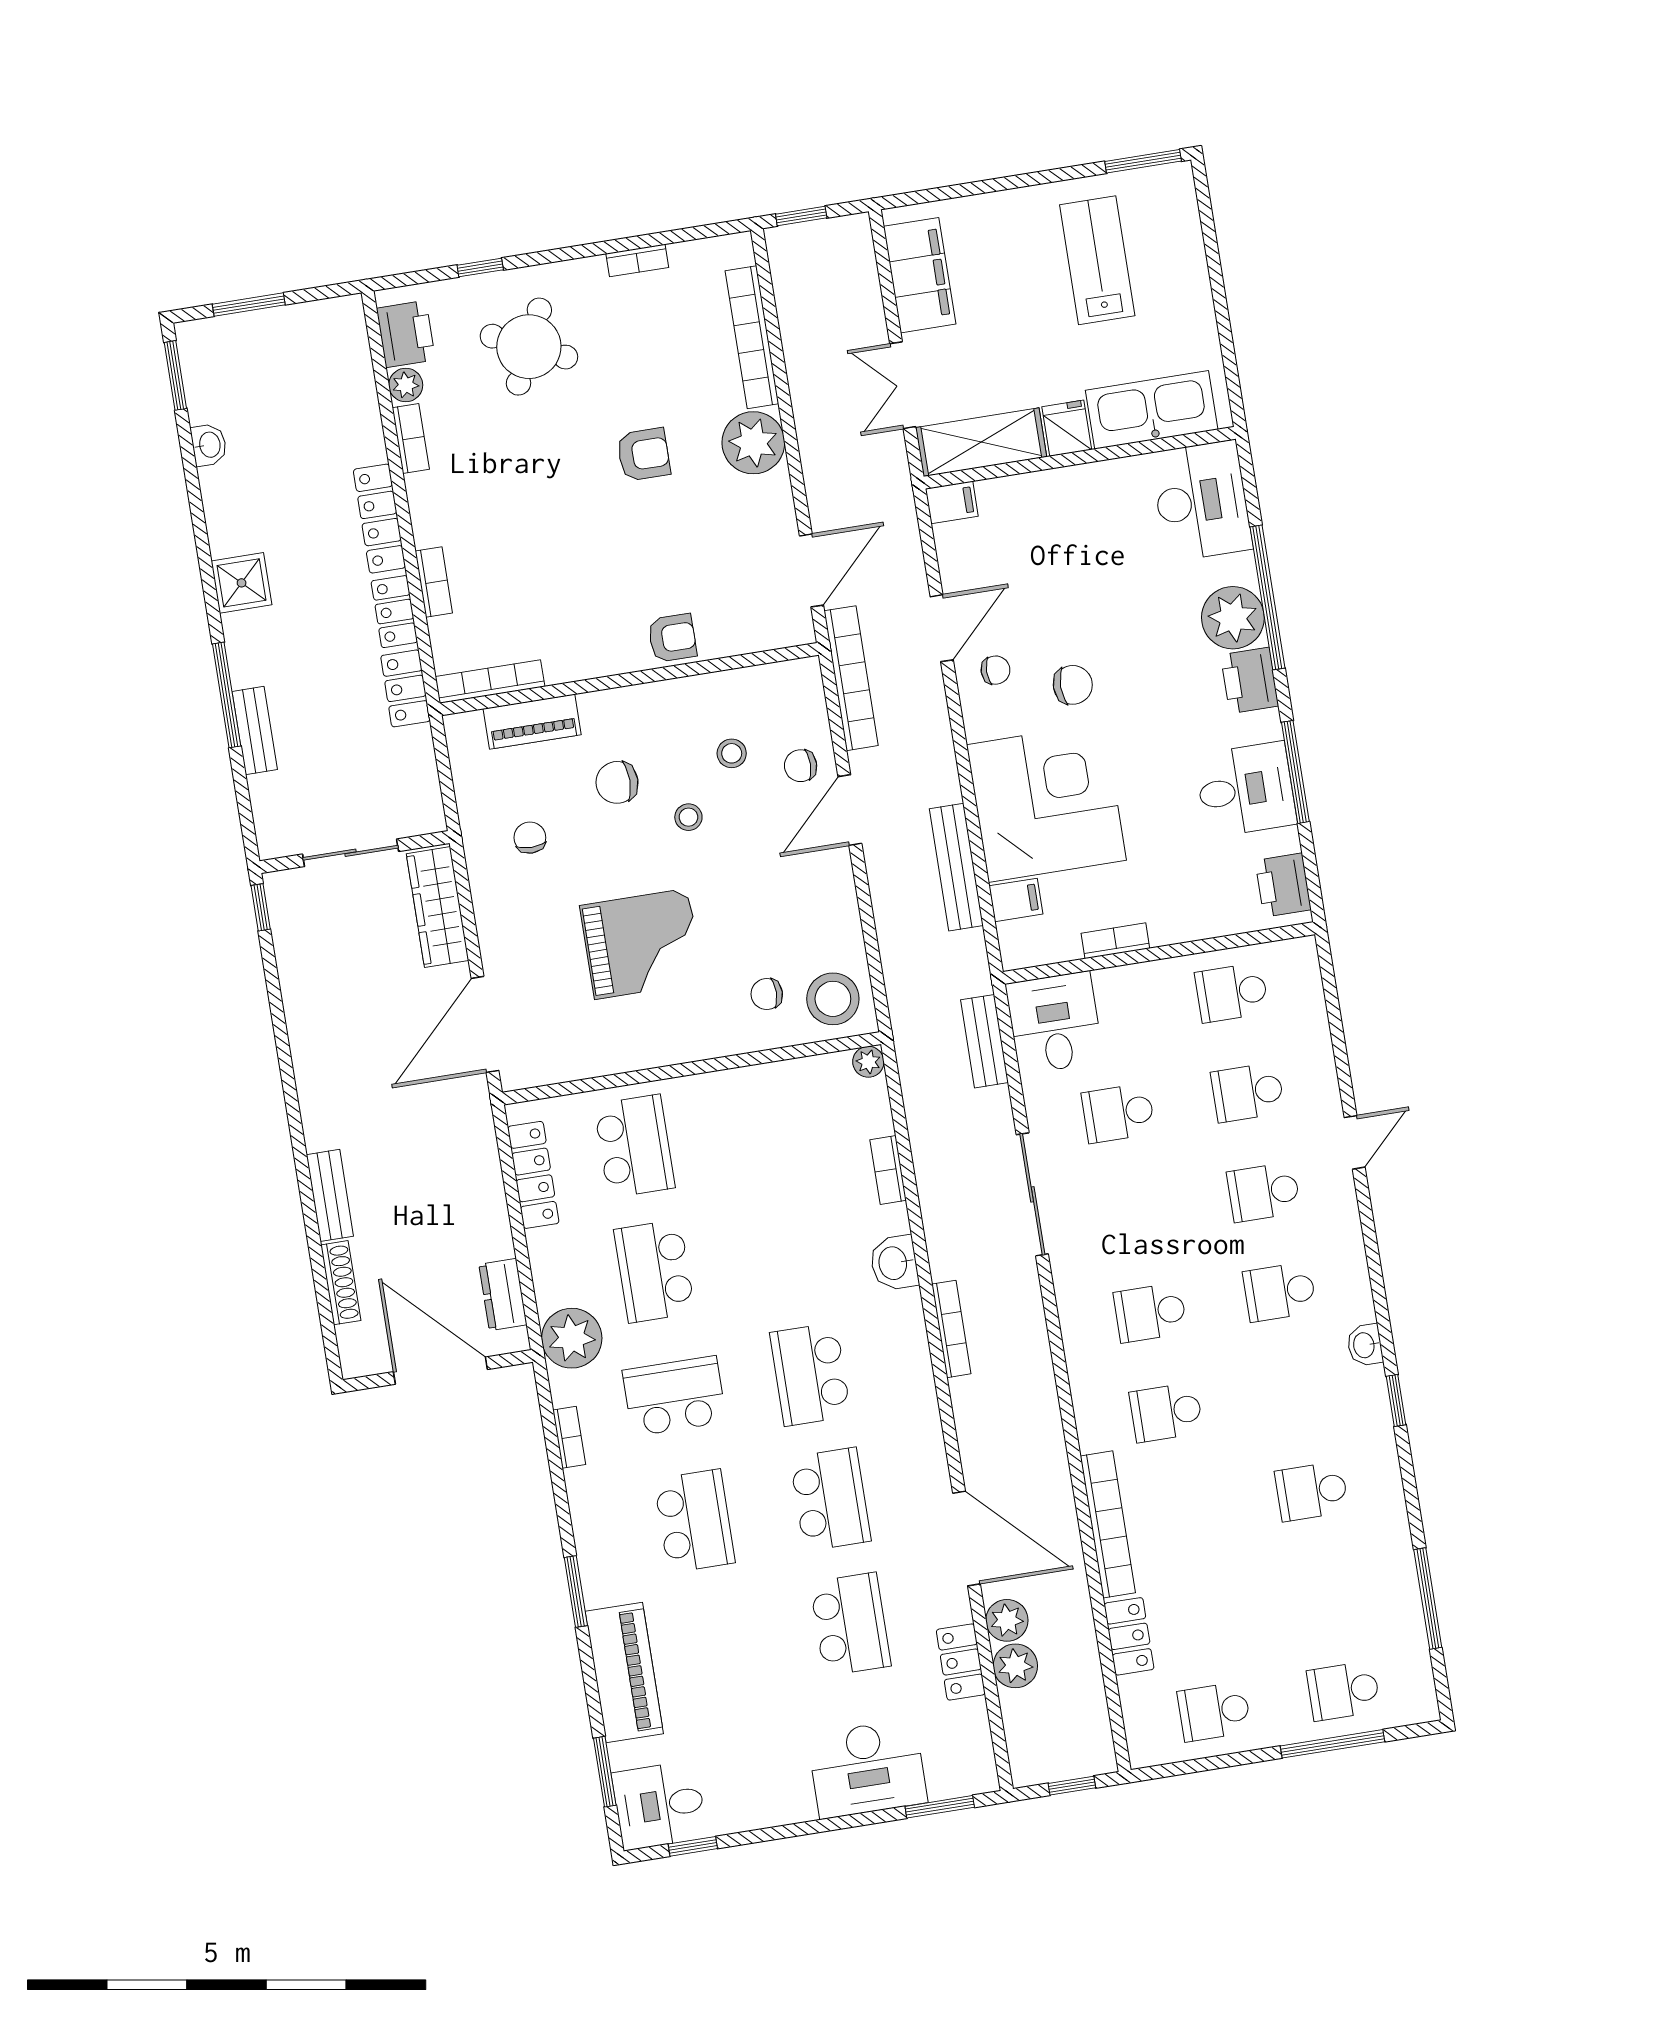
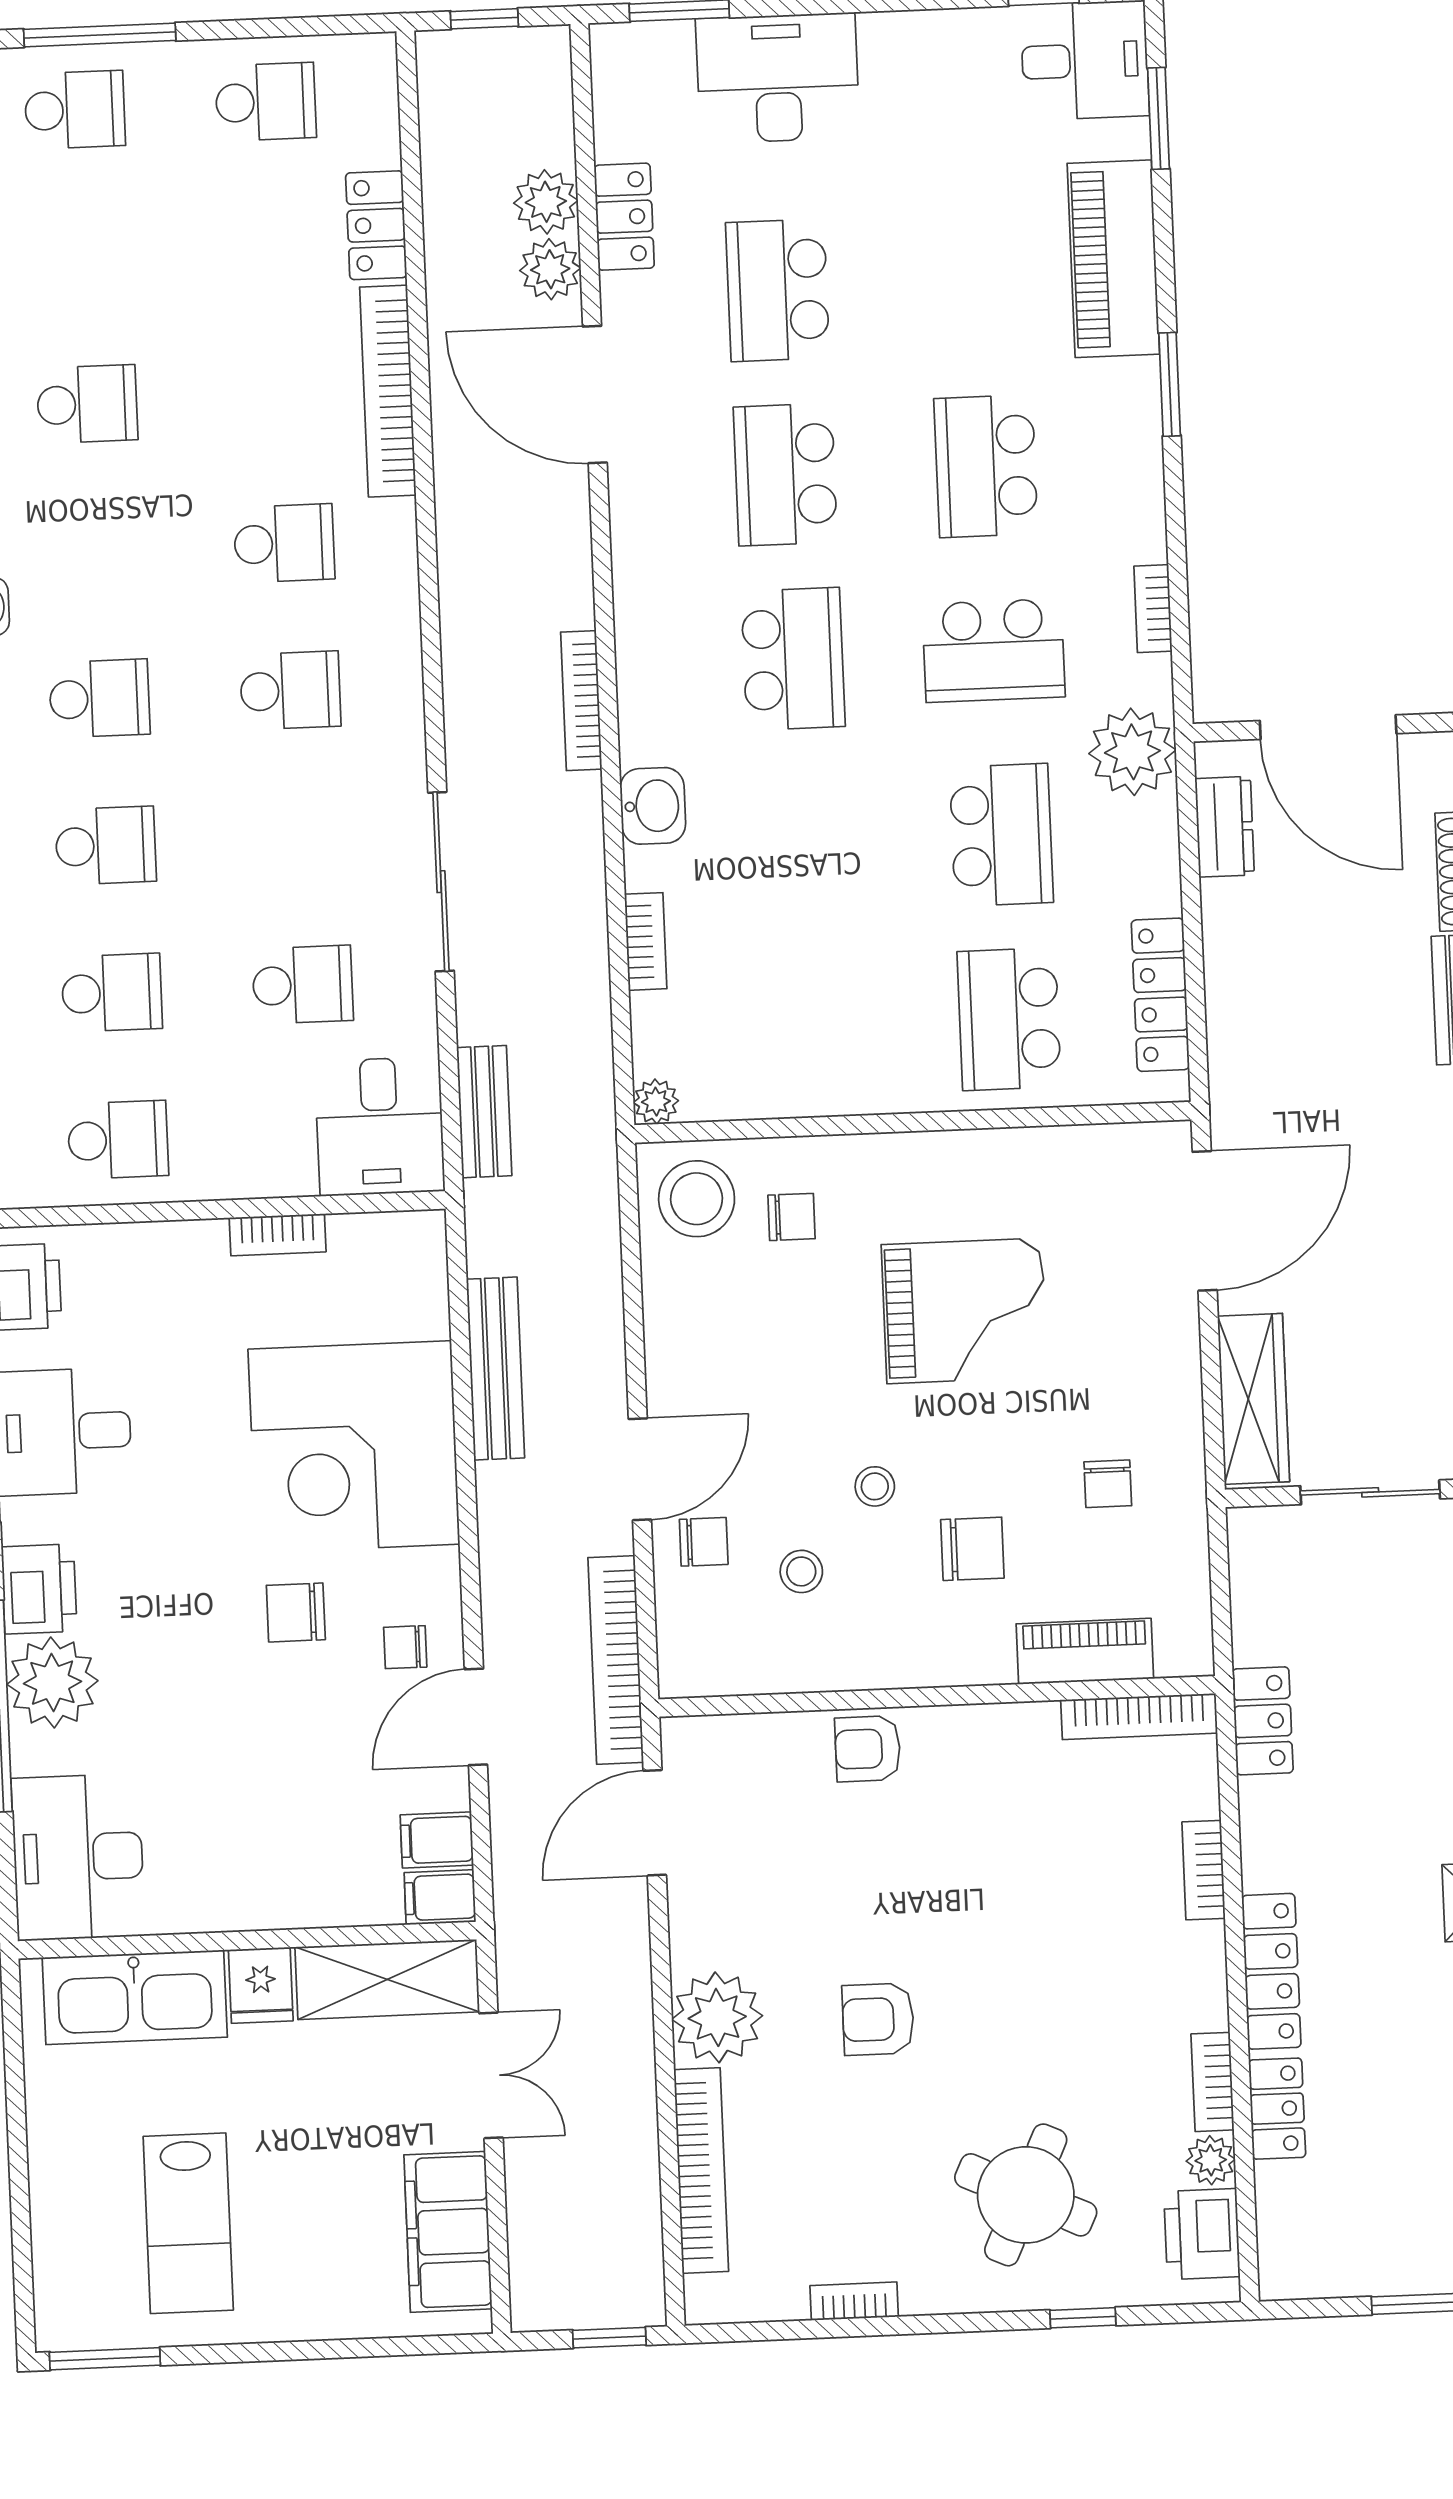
locker: (394, 612) -> (1277, 2109), moved
filing cabinet: (1016, 900) -> (437, 1840), moved
grand piano: (642, 944) -> (964, 1311), turned 180

